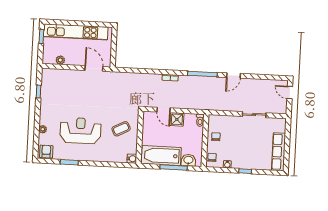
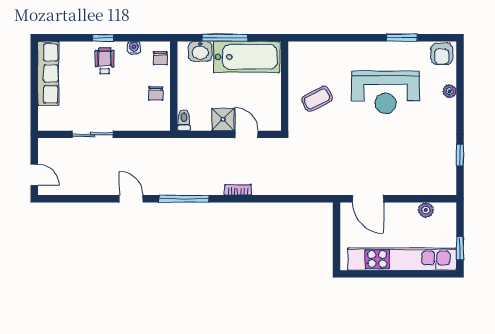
door: (233, 75) -> (131, 199), hinge flipped
wheelchair: (245, 158) -> (105, 61), added
water cooler: (132, 159) -> (296, 49), removed

